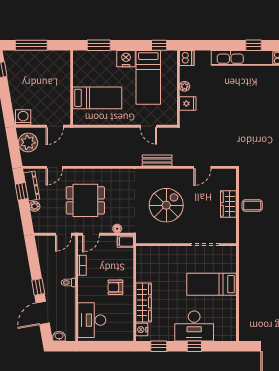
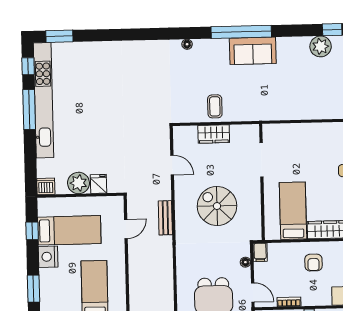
window: (159, 45) -> (32, 231), moved
window: (253, 45) -> (29, 109), width x2.17
plant: (185, 86) -> (78, 183), width x1.88, depth x1.88
bed: (212, 284) -> (293, 211), moved, turned 180

